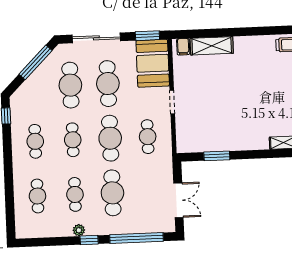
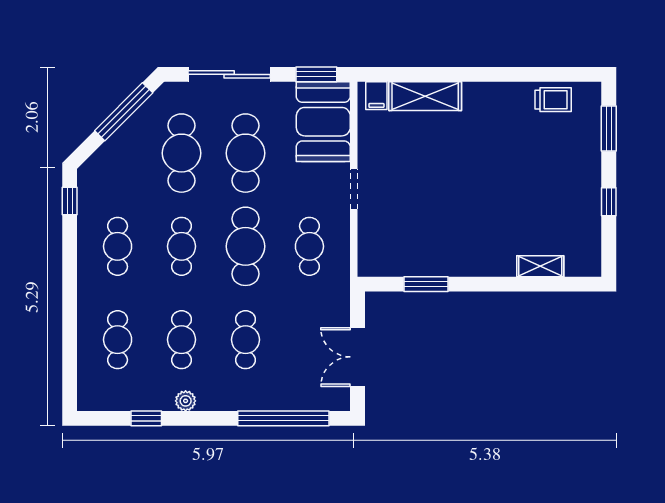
cafe table: (112, 193) -> (245, 340), width x0.73, depth x0.74
double door: (178, 200) -> (357, 357), swing flipped
window: (89, 240) -> (146, 418), moved

